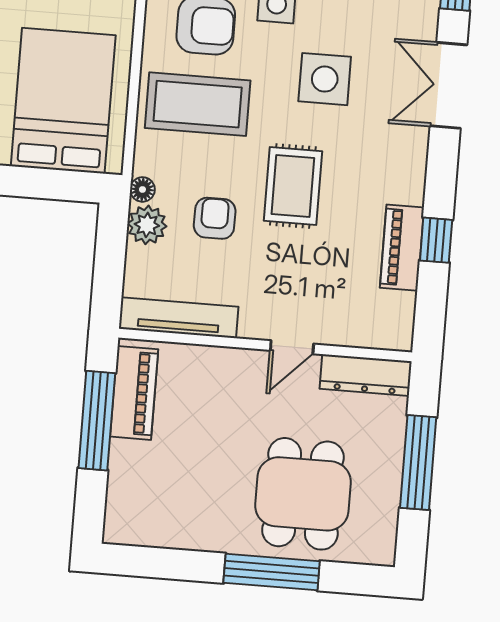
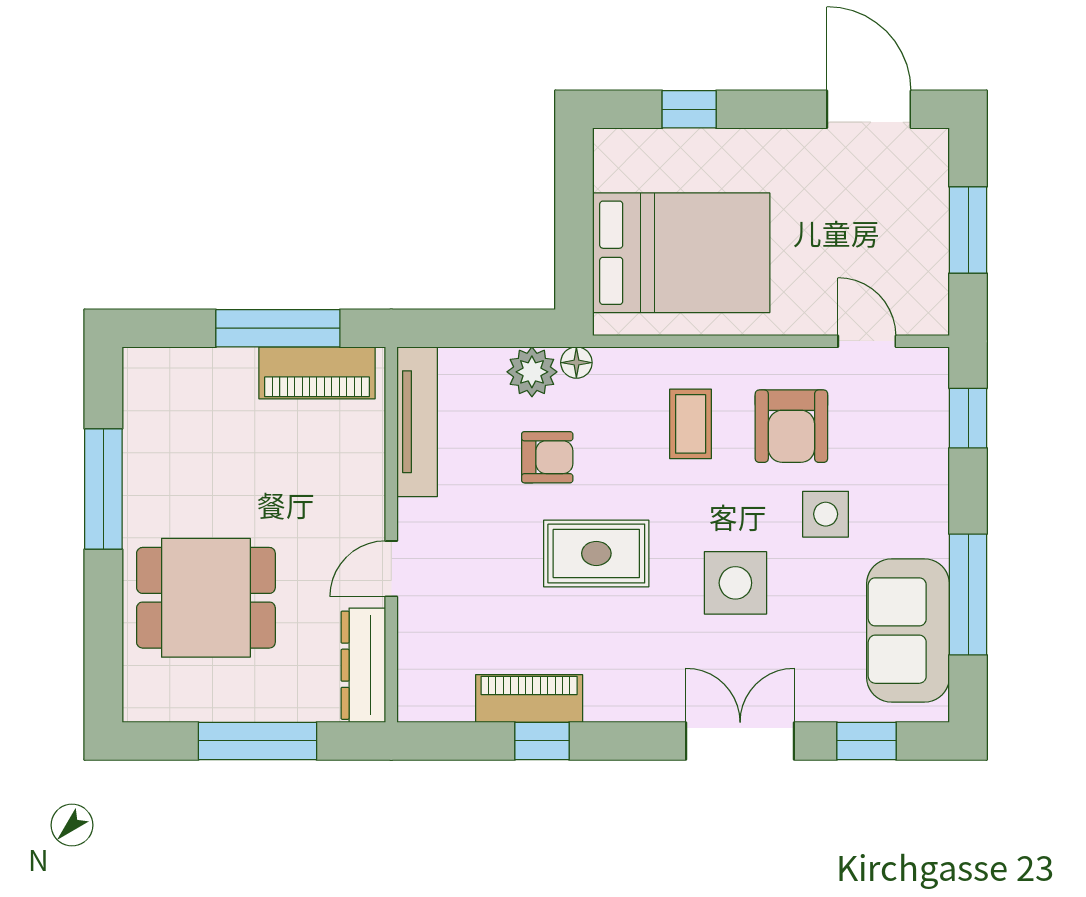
coffee table: (198, 104) -> (691, 424), width x0.54, depth x0.58
door: (292, 347) -> (391, 569), hinge flipped
window: (272, 572) -> (103, 489), moved

